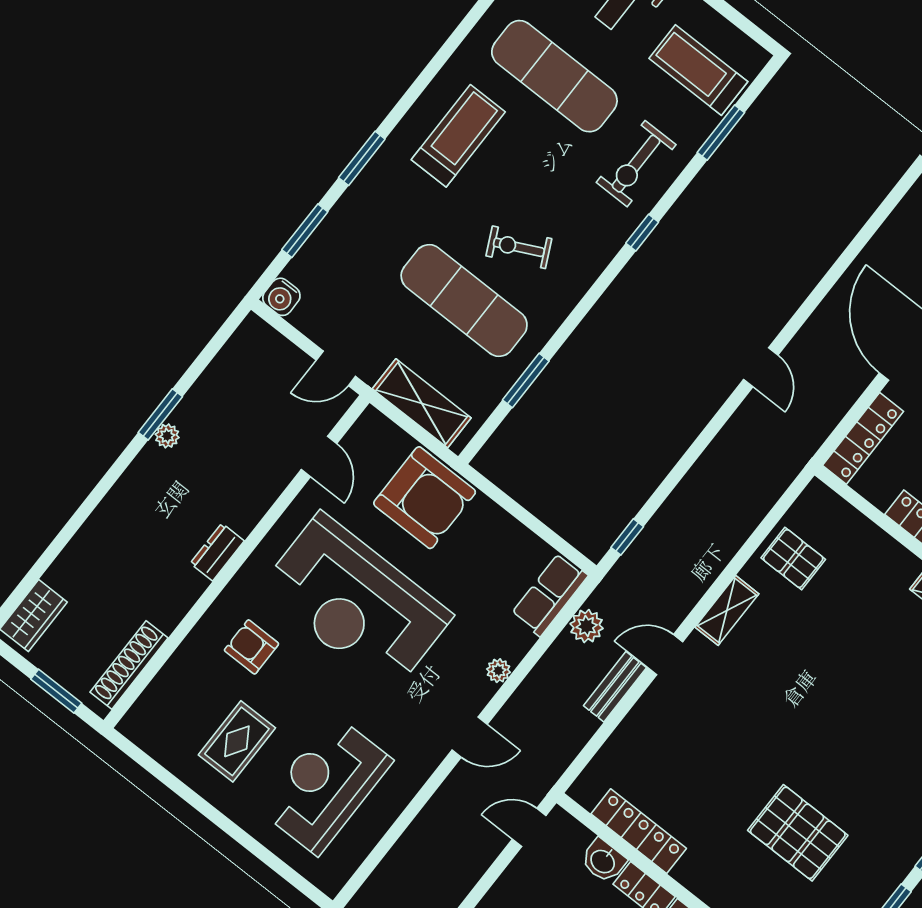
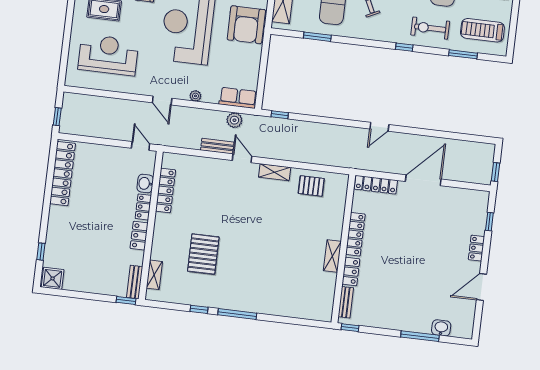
treadmill: (698, 70) -> (482, 30), turned -90
pallet: (793, 559) -> (311, 186), turned 90

